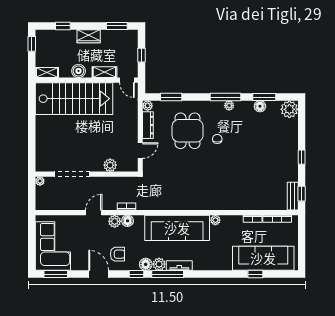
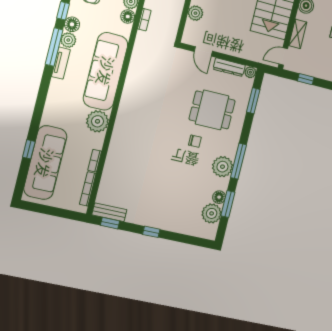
plant: (229, 106) -> (222, 167), width x1.87, depth x1.87
plant: (289, 109) -> (212, 213), moved
plant: (215, 220) -> (97, 121), width x1.88, depth x1.88

